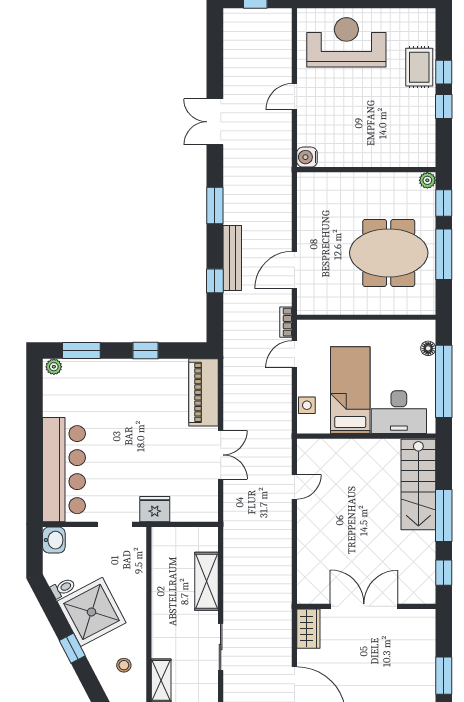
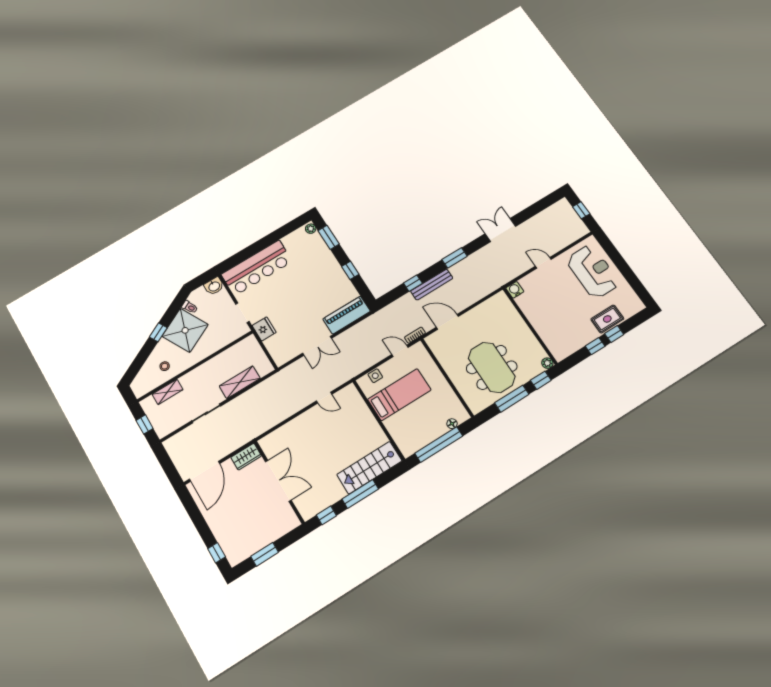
desk: (399, 412) -> (404, 430), removed

